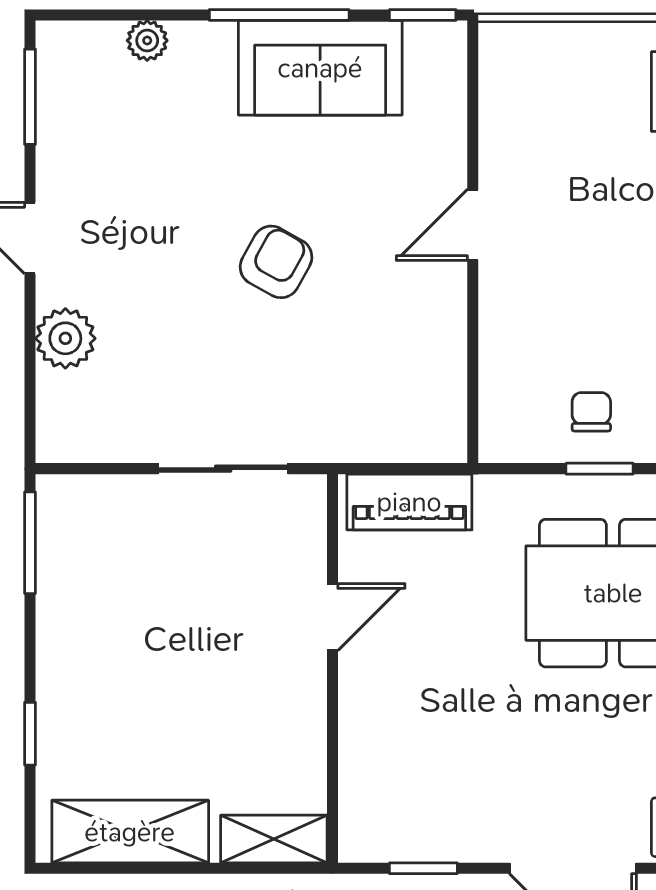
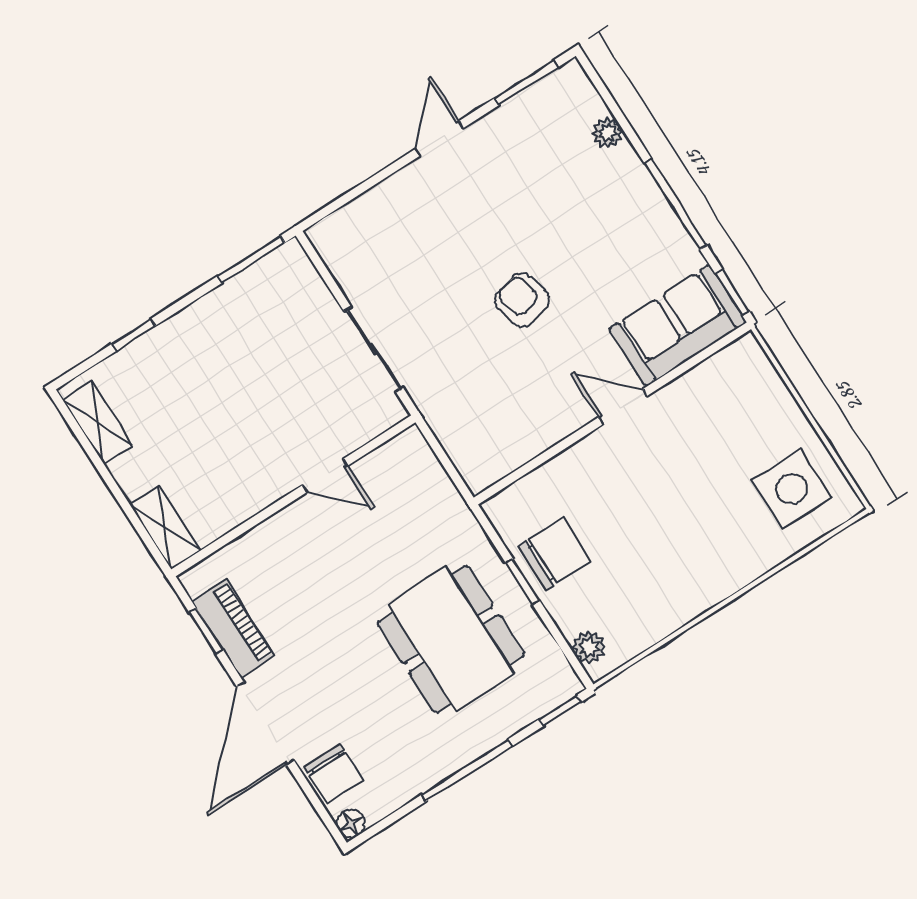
sofa: (320, 68) -> (678, 326), moved, turned 90
armchair: (276, 262) -> (522, 300), turned -133
plant: (65, 338) -> (391, 200), removed
chair: (591, 412) -> (554, 554), width x1.87, depth x1.87
piano: (409, 502) -> (233, 628), moved, turned 180
shelving: (130, 832) -> (97, 423), width x0.67, depth x0.75

